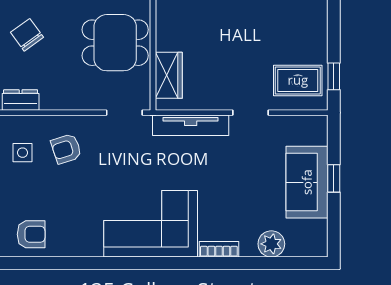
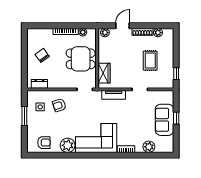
rug: (298, 80) -> (150, 61), moved, turned 90
tv unit: (191, 125) -> (114, 95), width x0.71
plant: (85, 241) -> (68, 145), added

